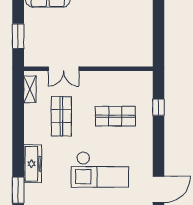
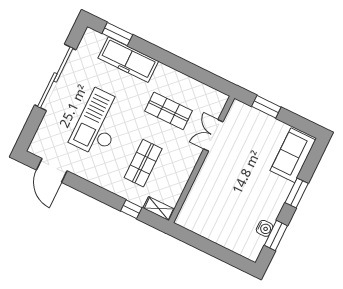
shelving: (30, 89) -> (159, 209), moved
freezer: (33, 164) -> (128, 60), width x1.36, depth x1.26

